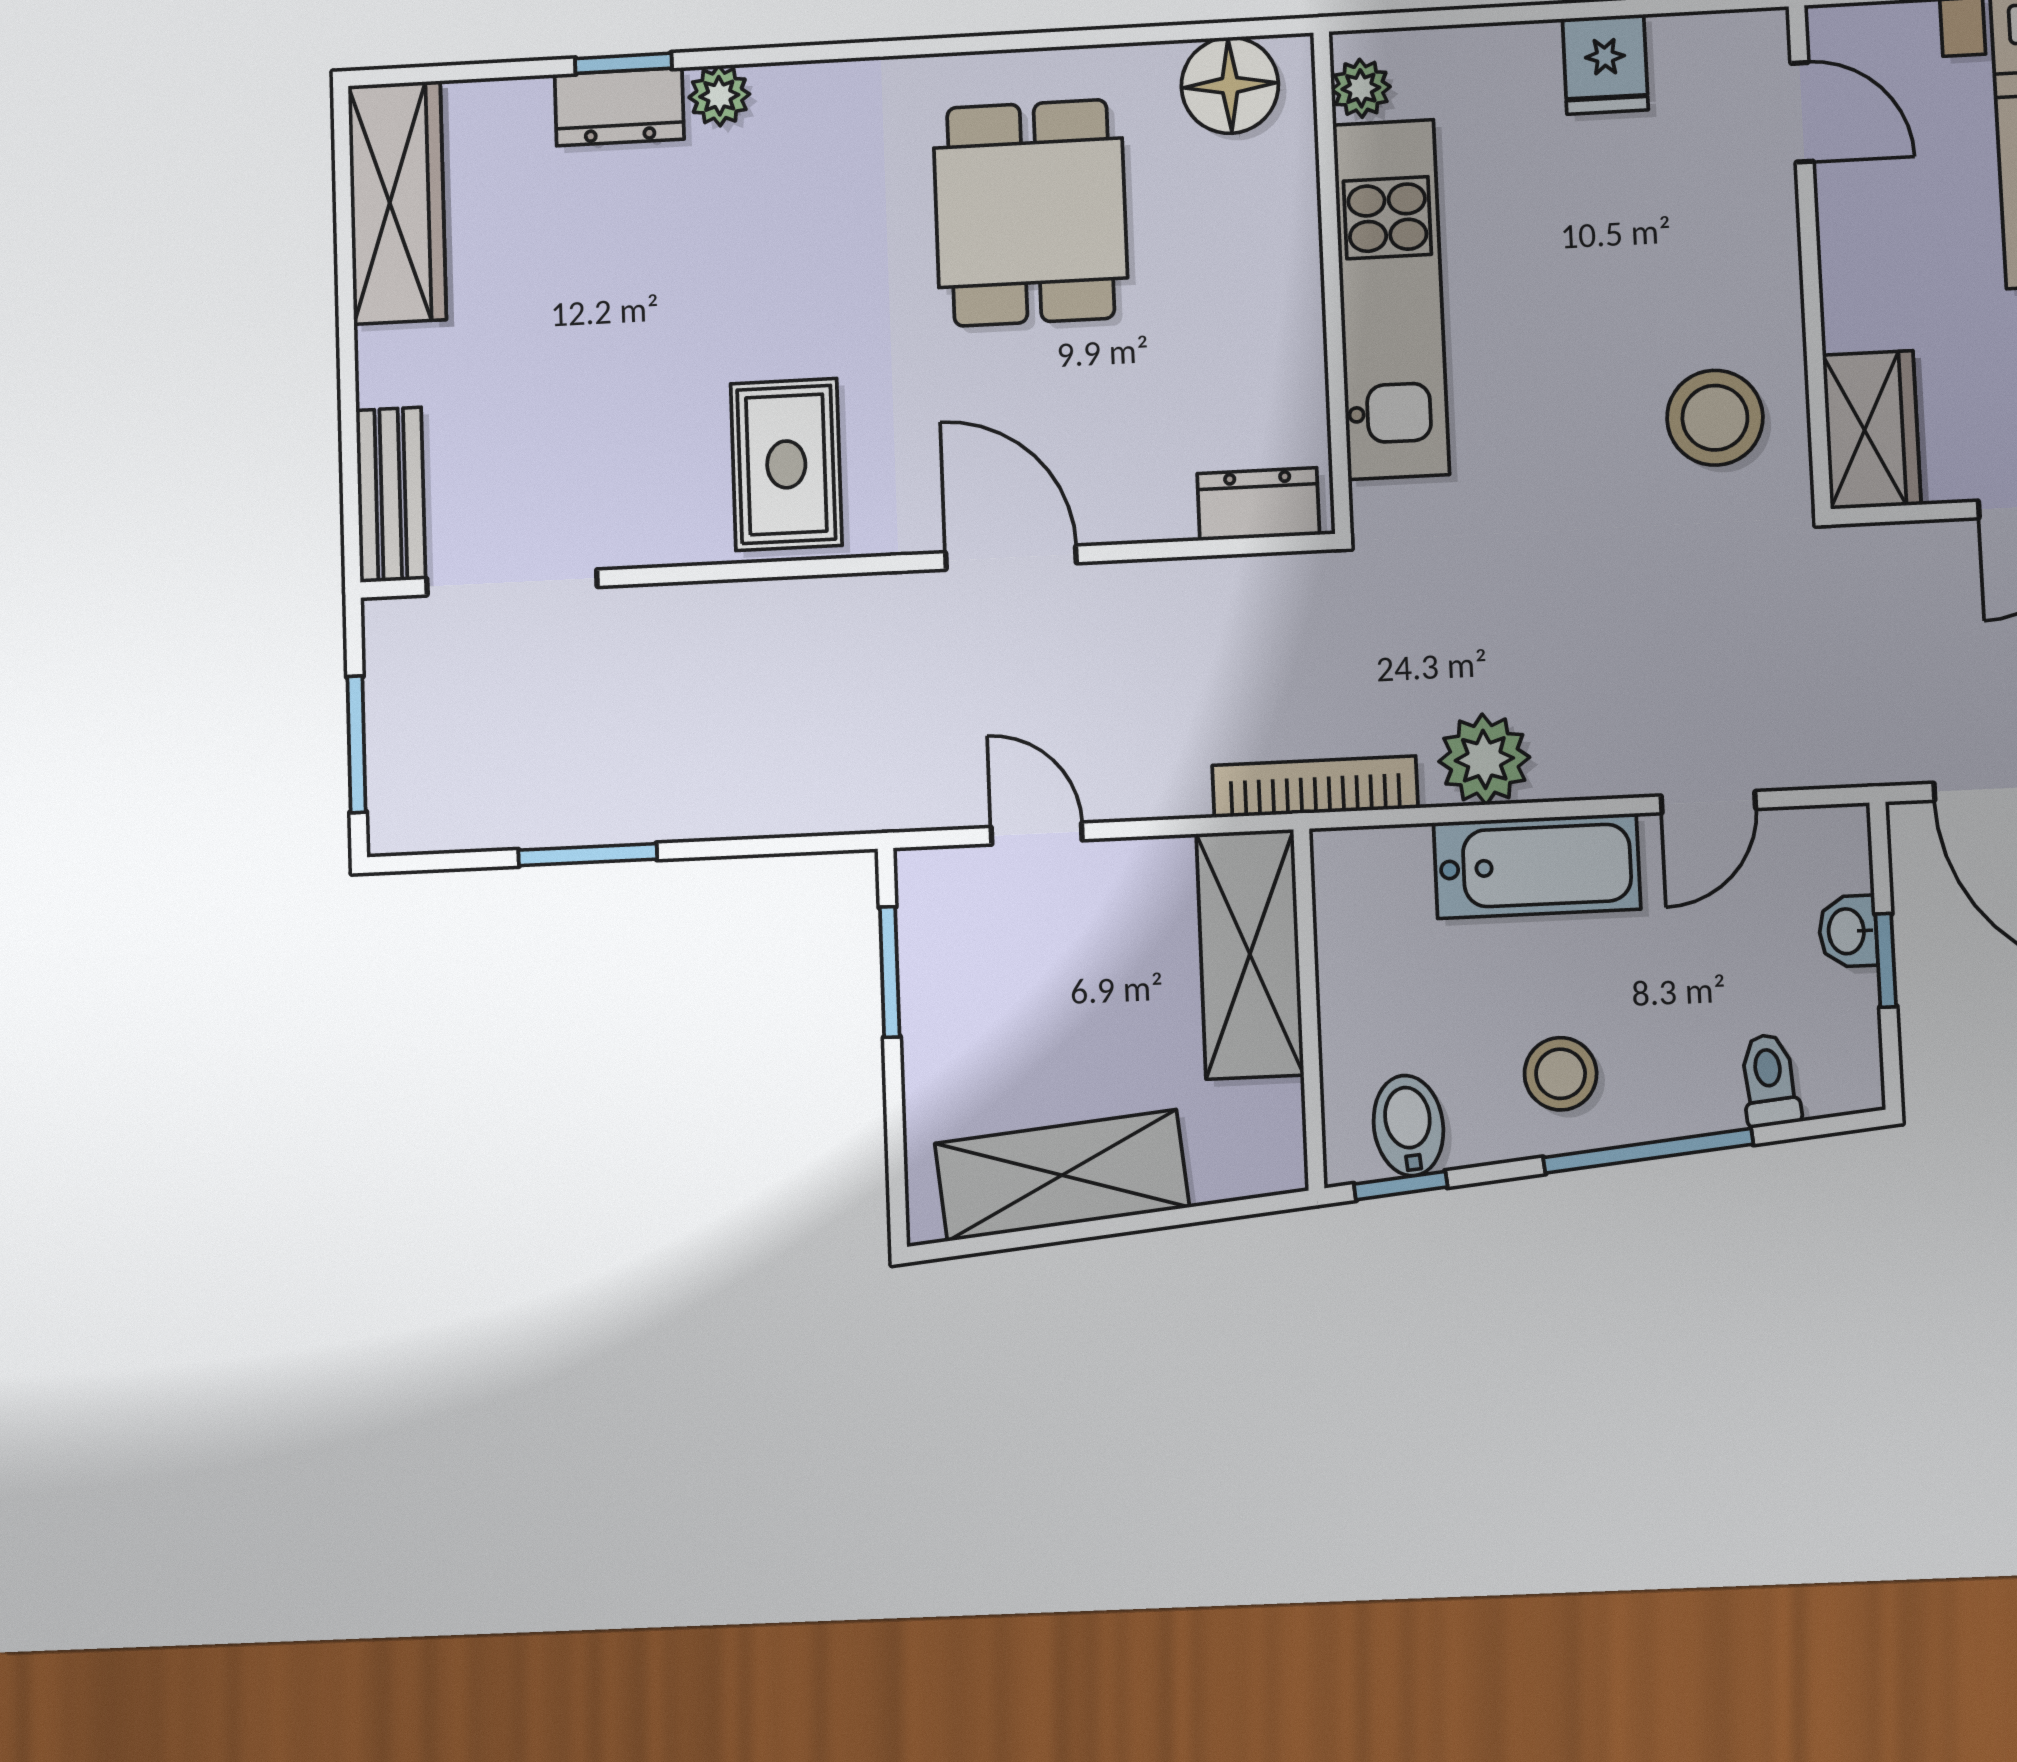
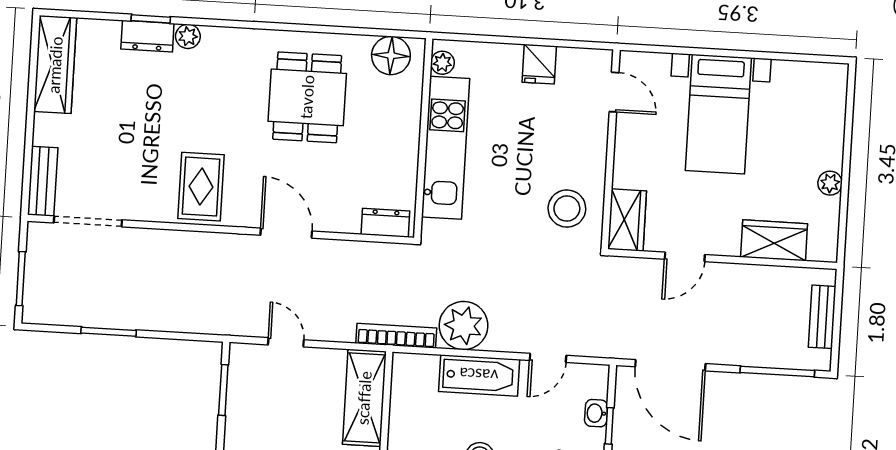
plant: (1484, 759) -> (464, 326), width x1.36, depth x1.36

